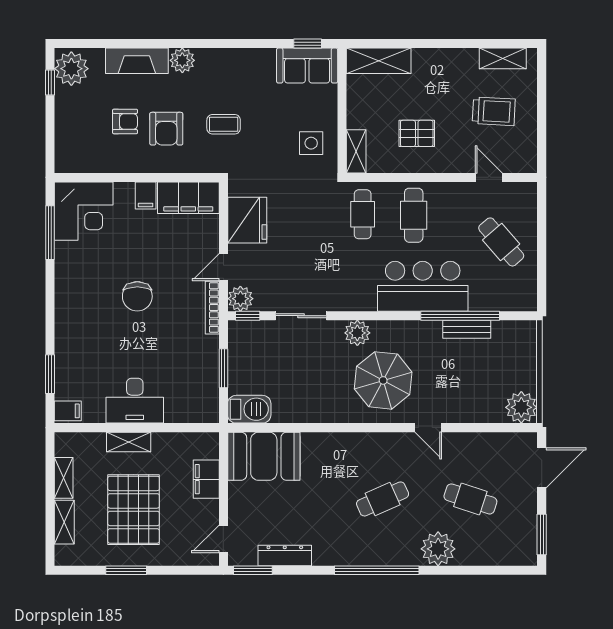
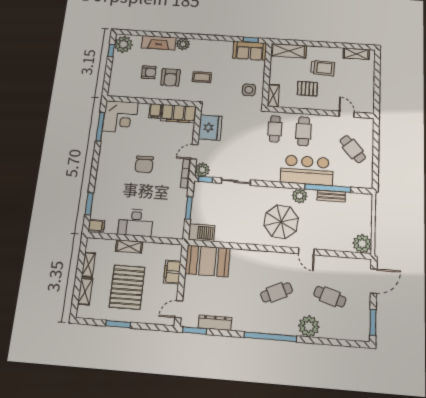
trolley: (494, 111) -> (323, 68), moved
plant: (357, 333) -> (300, 196), moved

